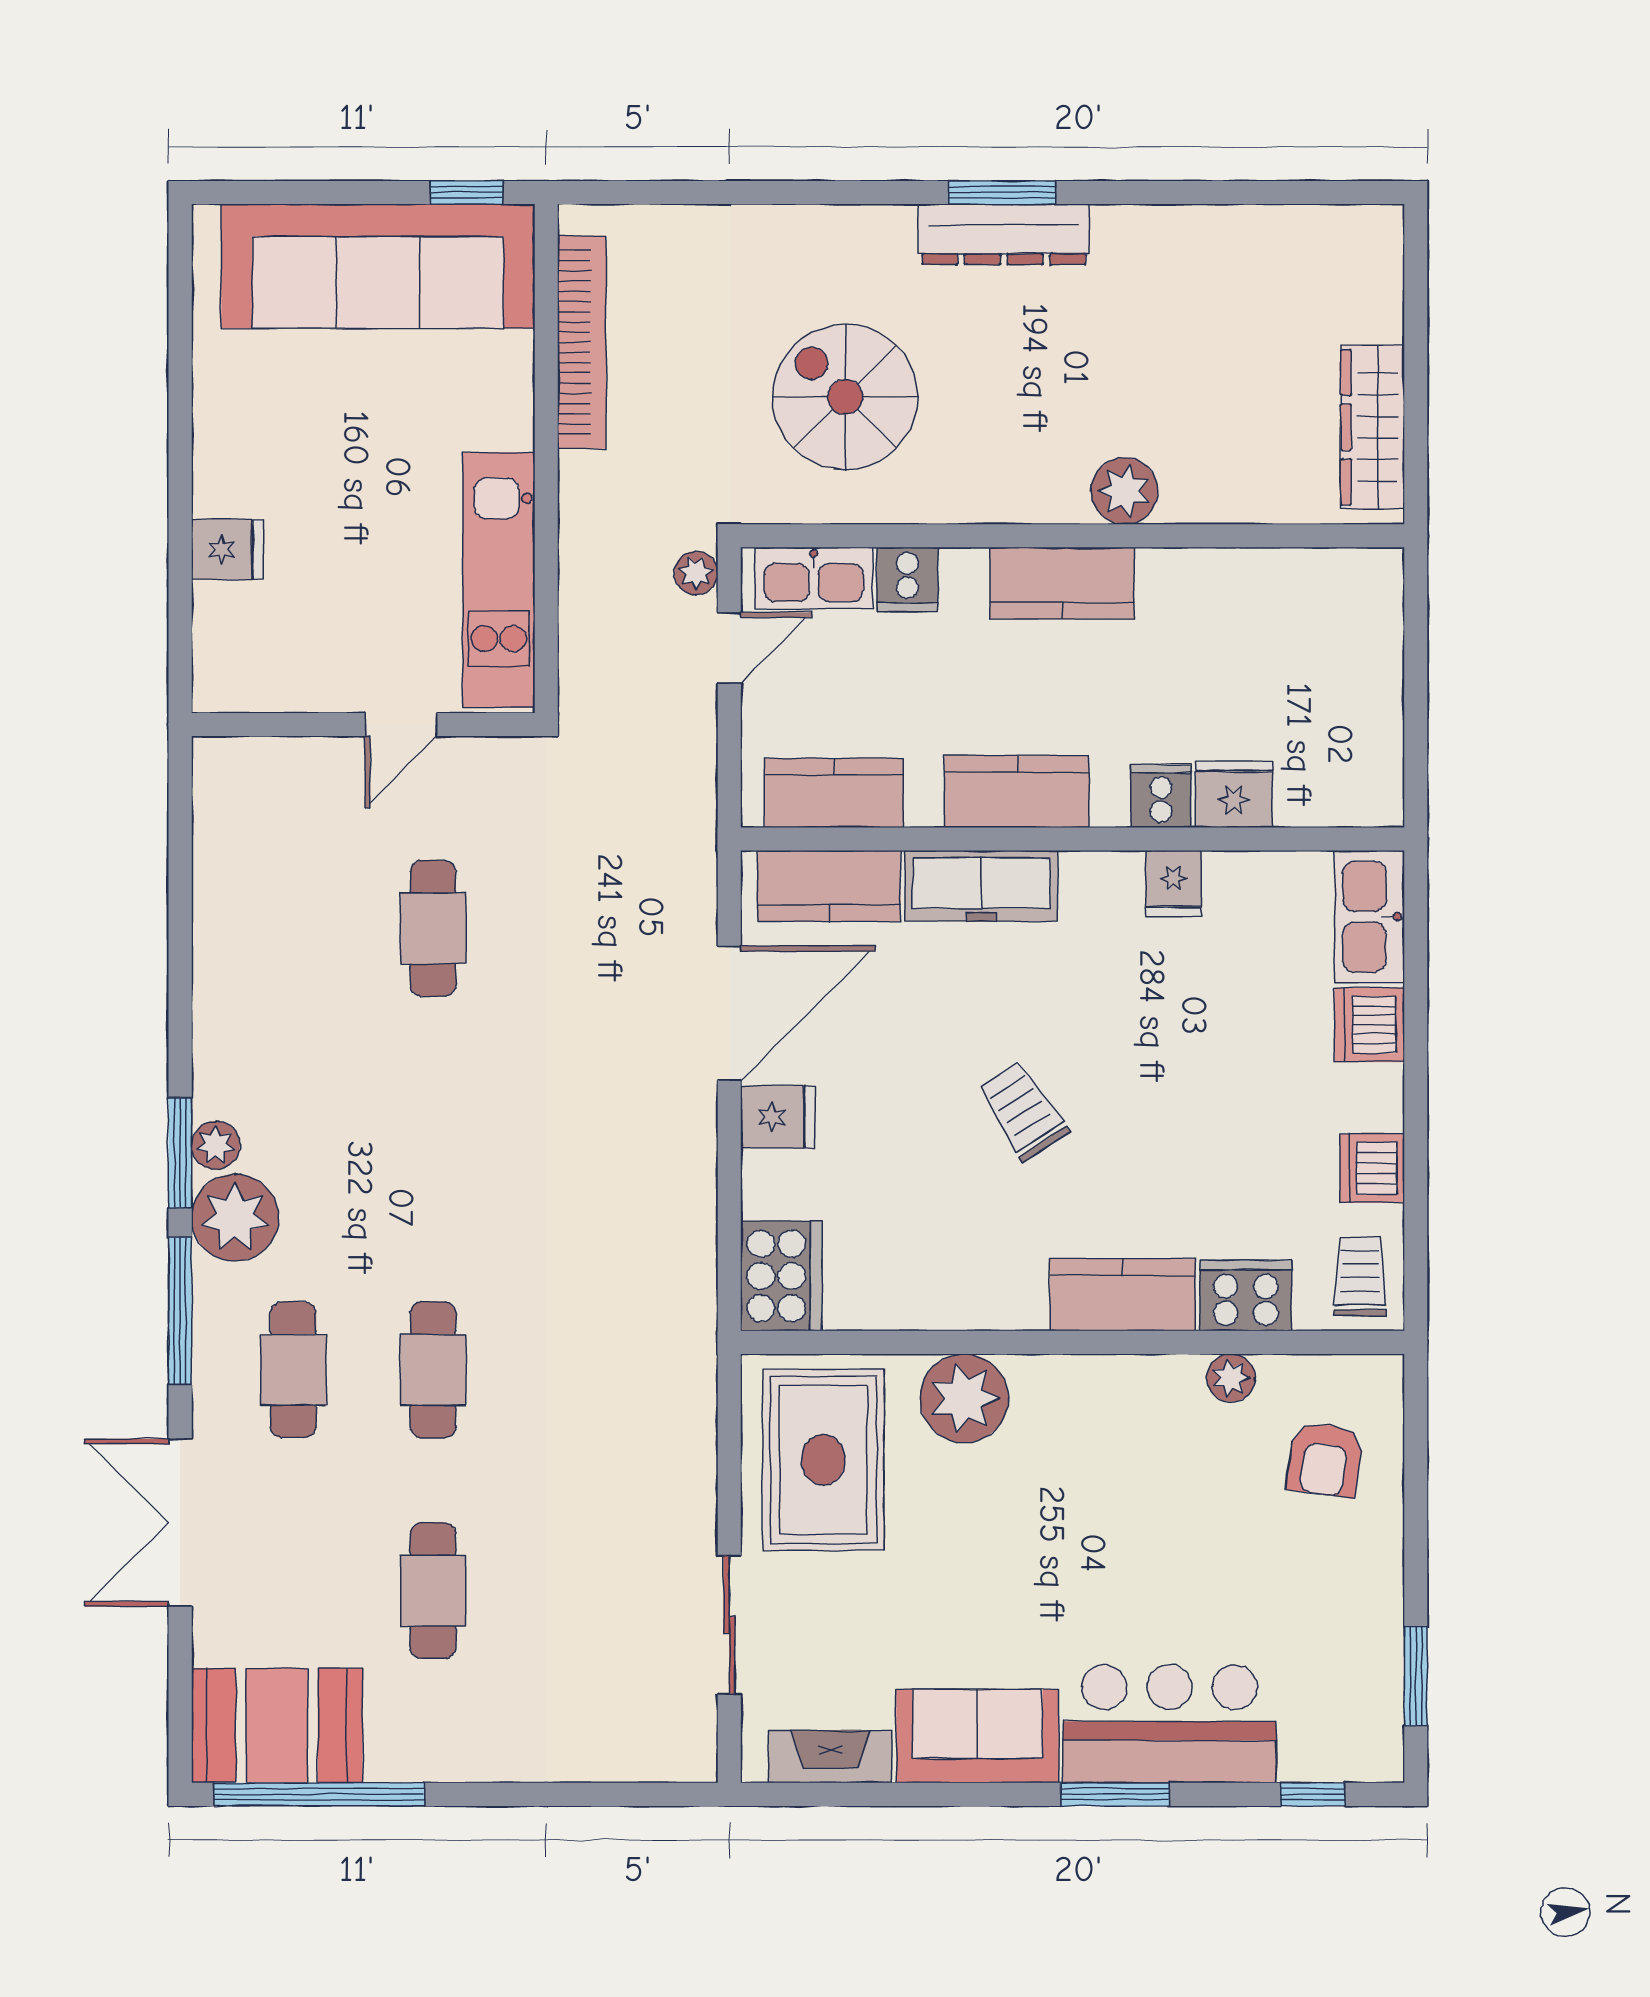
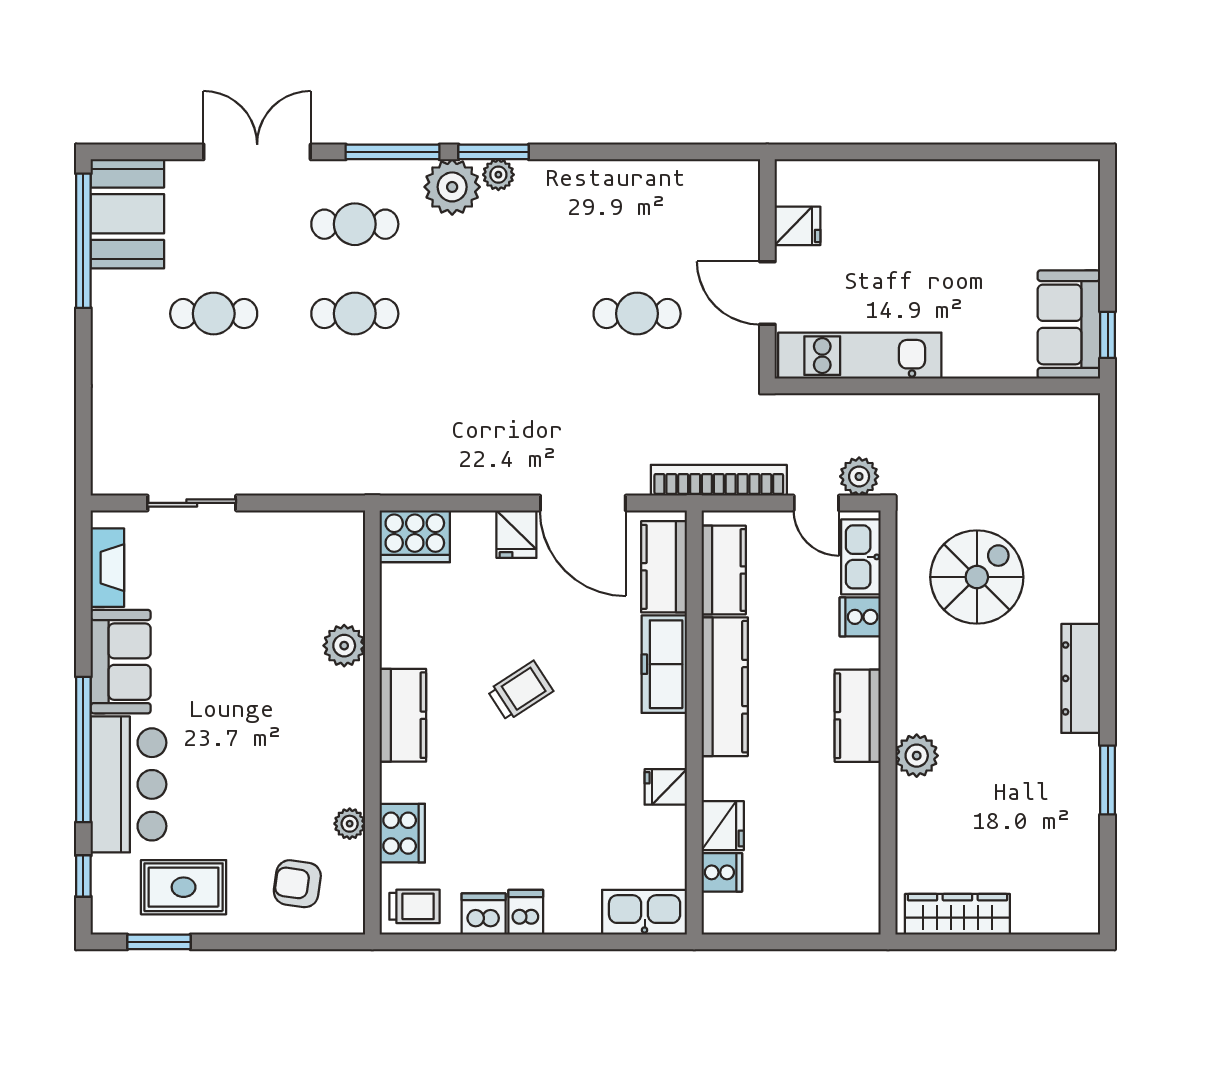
window: (1002, 193) -> (1108, 780), moved
sofa: (378, 266) -> (1069, 324), width x0.54, depth x0.79
bookcase: (582, 342) -> (719, 480), moved, turned 180
fridge: (227, 549) -> (798, 226), moved, turned -90
plant: (696, 573) -> (859, 476), width x1.38, depth x1.38
door: (401, 725) -> (767, 293), width x1.38
kitchen counter: (1017, 791) -> (725, 687), width x1.50
cooker: (1161, 796) -> (722, 872), moved
dishwasher: (1369, 1025) -> (526, 912), moved, width x0.73
kitchen counter: (1123, 1295) -> (403, 715), moved
plant: (964, 1398) -> (344, 646), width x0.73, depth x0.73
rug: (823, 1460) -> (184, 887), moved, width x0.73, depth x0.70
window: (1115, 1794) -> (83, 749), width x2.11

